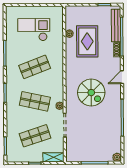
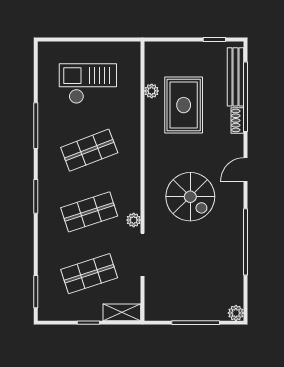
shop shelf: (35, 101) -> (89, 212), turned -30

